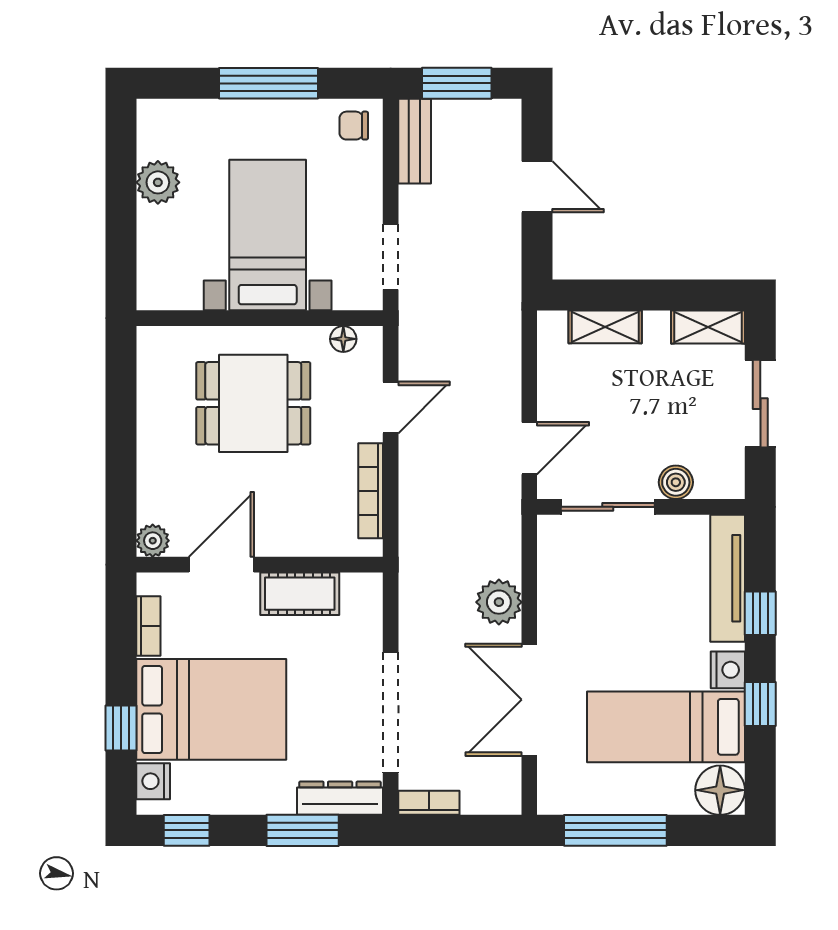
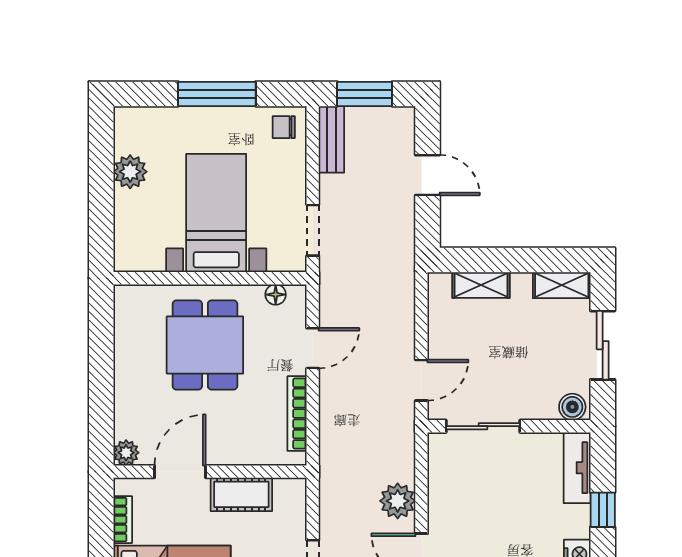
dining table: (253, 403) -> (205, 345), turned 90
boiler: (676, 482) -> (572, 407), moved
tv unit: (728, 578) -> (577, 468), width x0.71

